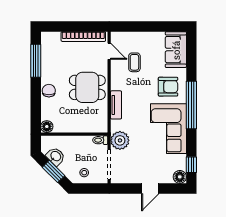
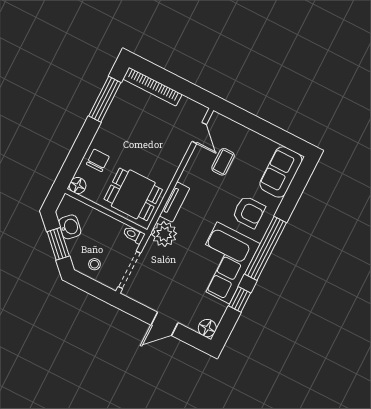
bookcase: (83, 37) -> (152, 87), moved
dining table: (87, 87) -> (133, 194), moved
chair: (49, 91) -> (98, 160), moved
plant: (120, 140) -> (164, 234), moved
window: (191, 165) -> (240, 299), moved

